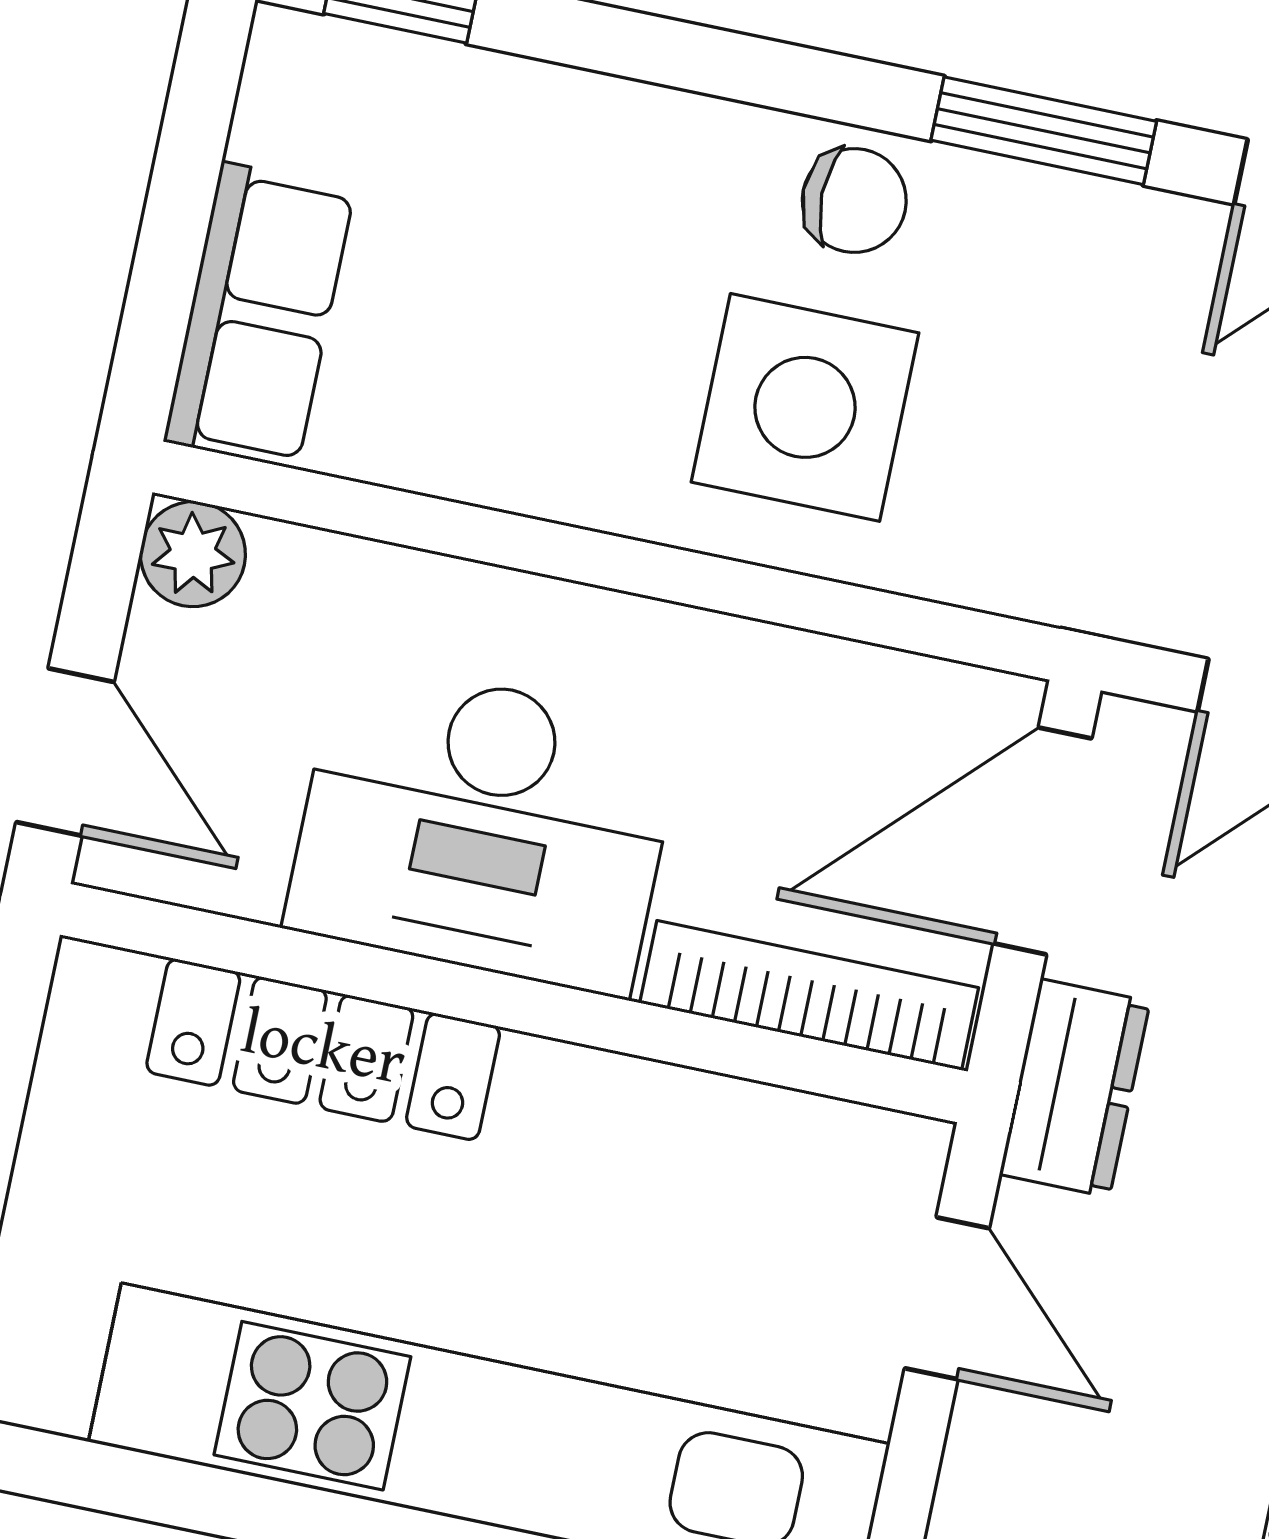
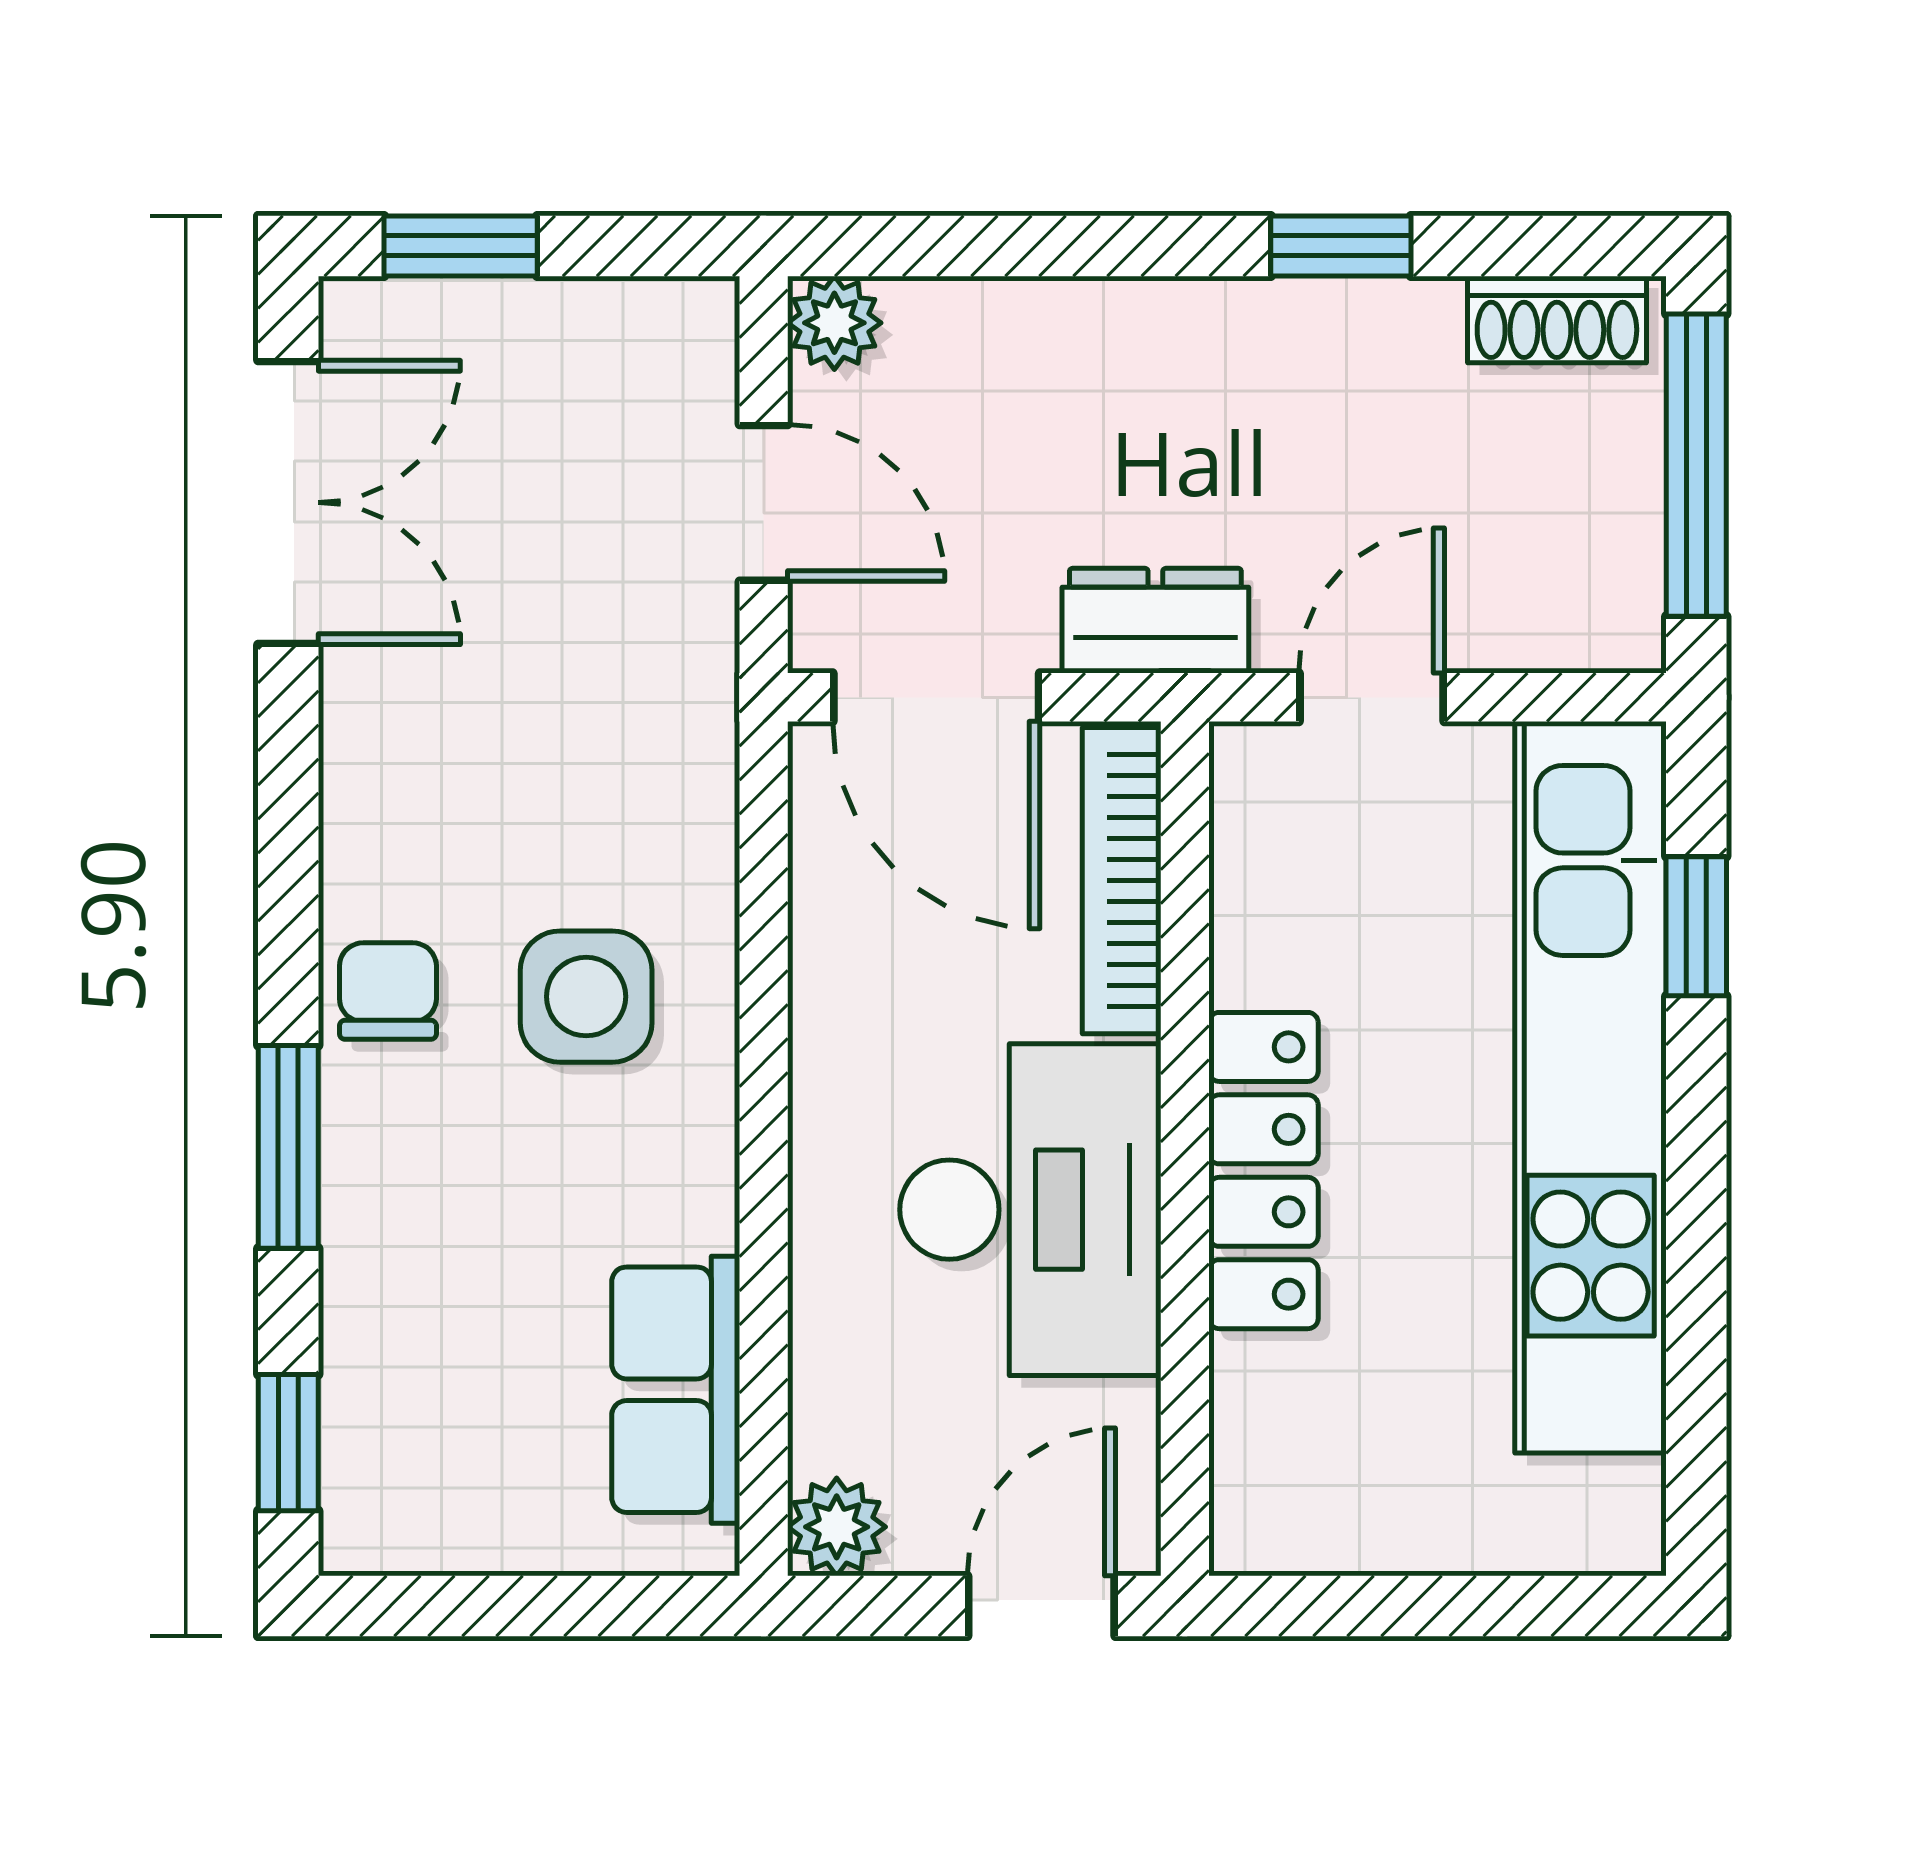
window: (1044, 131) -> (288, 1147), moved
row of seats: (259, 315) -> (676, 1390), moved, turned -90
side table: (805, 407) -> (586, 997), width x0.73, depth x0.73
locker: (323, 1049) -> (1263, 1171), moved

